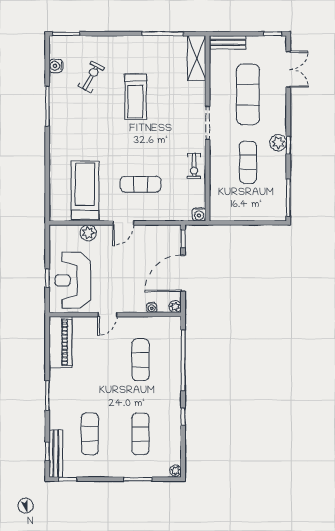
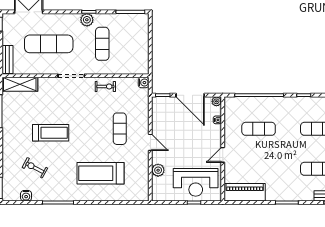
exercise mat: (248, 162) -> (102, 44), turned 90
treadmill: (85, 190) -> (100, 173), moved
door: (108, 314) -> (223, 155), swing flipped

